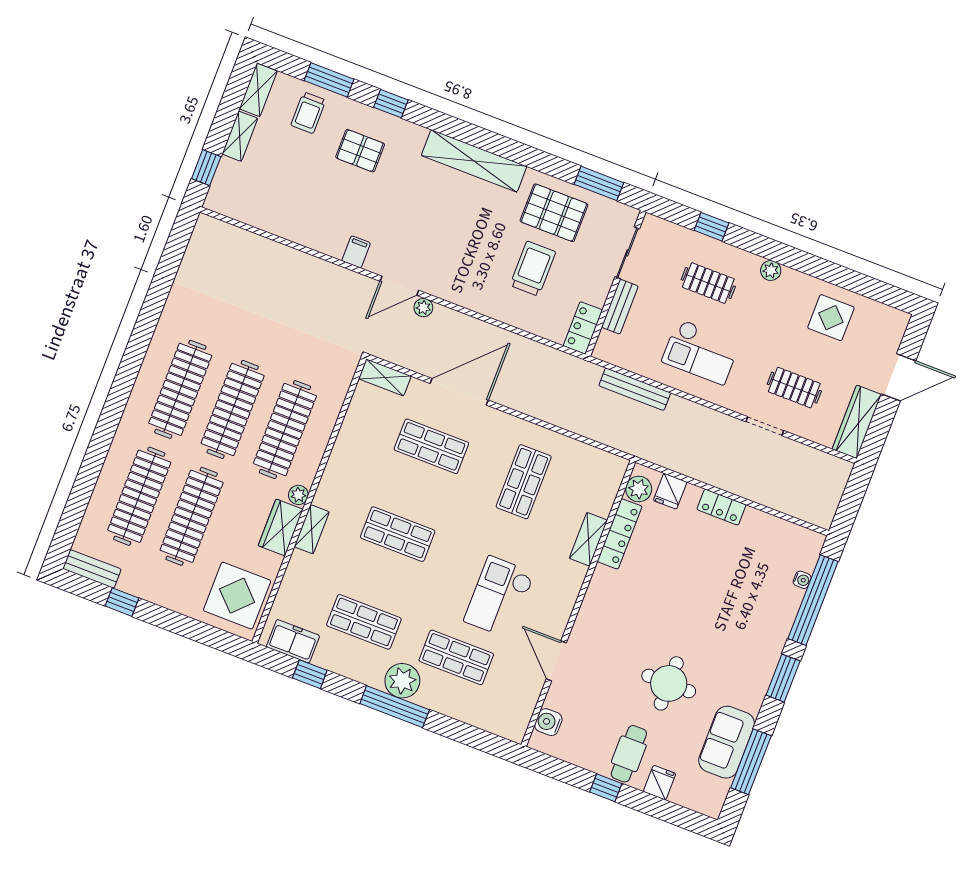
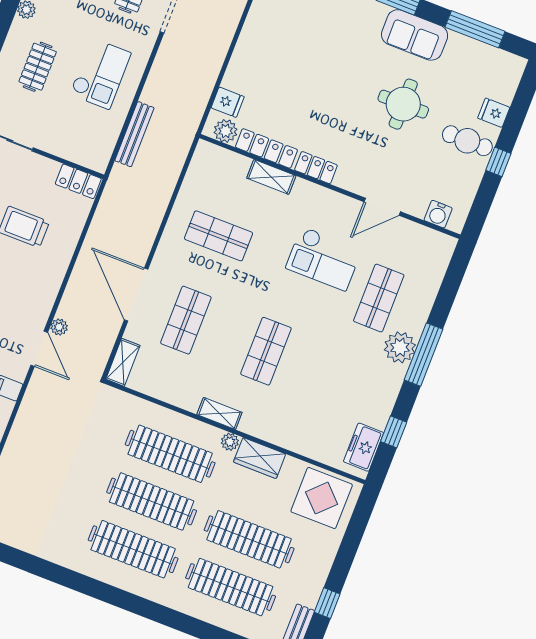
bench: (620, 307) -> (59, 147), removed
locker: (721, 507) -> (316, 168), moved, turned -90
shelving: (312, 529) -> (219, 413), moved
shop shelf: (364, 622) -> (346, 382), removed
sofa: (727, 742) -> (415, 35), moved

